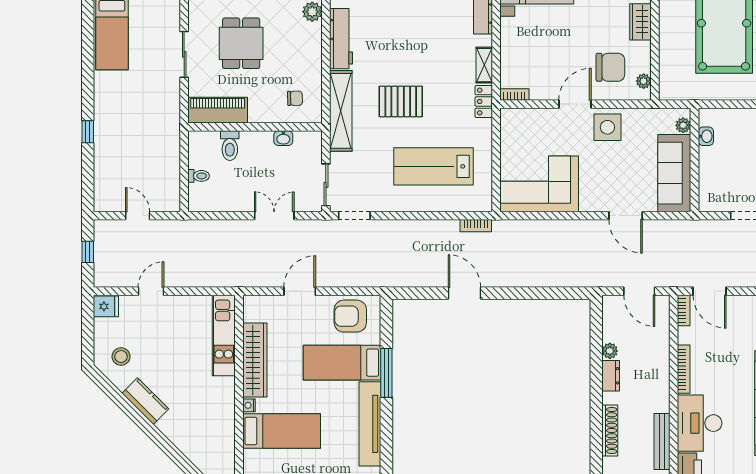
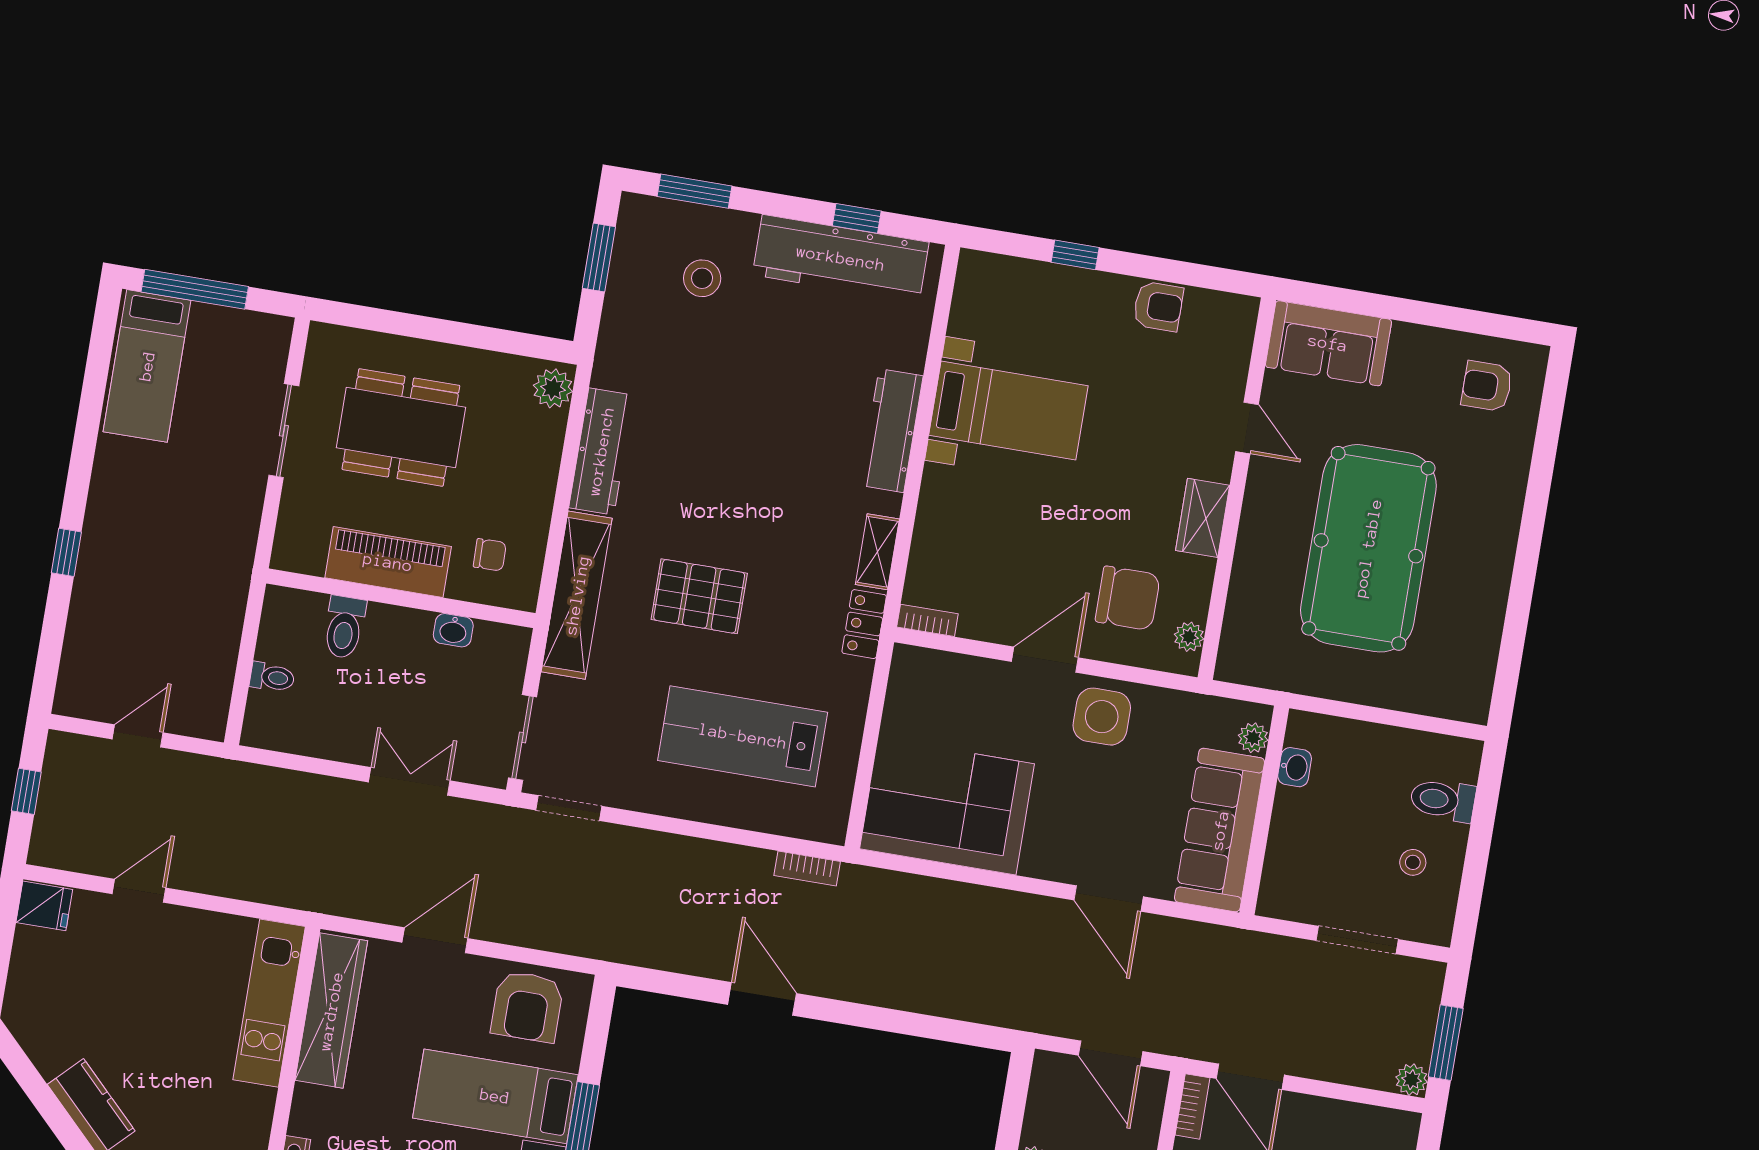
dining table: (241, 43) -> (401, 427), width x1.37
piano: (218, 110) -> (388, 562), moved
door: (138, 216) -> (138, 736), hinge flipped
armchair: (350, 316) -> (527, 1007), turned -90
stool: (121, 357) -> (58, 1011), removed
wardrobe: (255, 360) -> (331, 1011), moved

